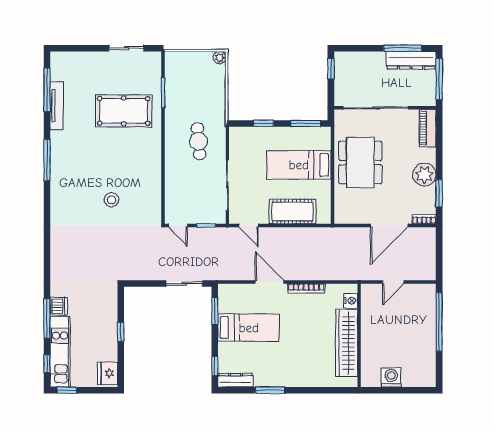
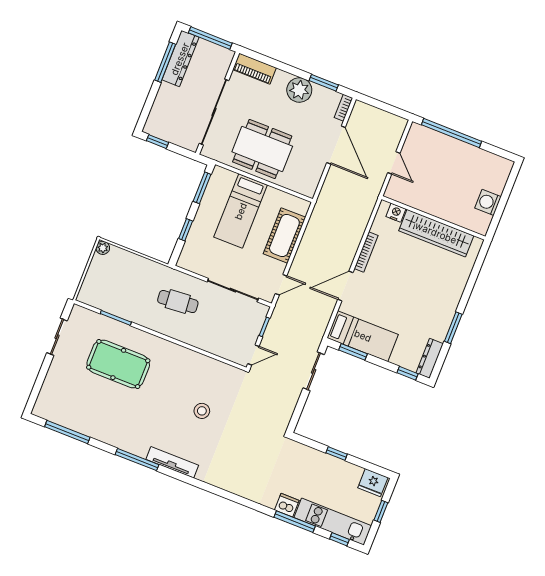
tv unit: (57, 106) -> (172, 462), moved
pool table: (124, 111) -> (118, 364), turned 90
bed: (249, 328) -> (363, 336), moved, turned 90
window: (67, 390) -> (381, 511), moved

